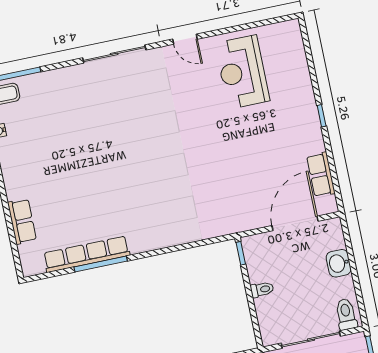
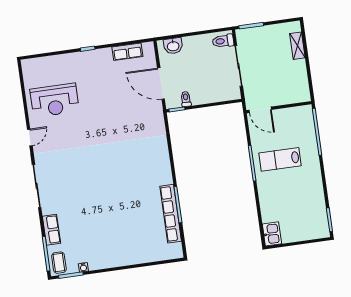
row of seats: (22, 221) -> (51, 230), moved, turned 90
door: (295, 223) -> (161, 83), moved
washbasin: (339, 263) -> (173, 46), moved
toilet: (262, 290) -> (186, 99), moved

